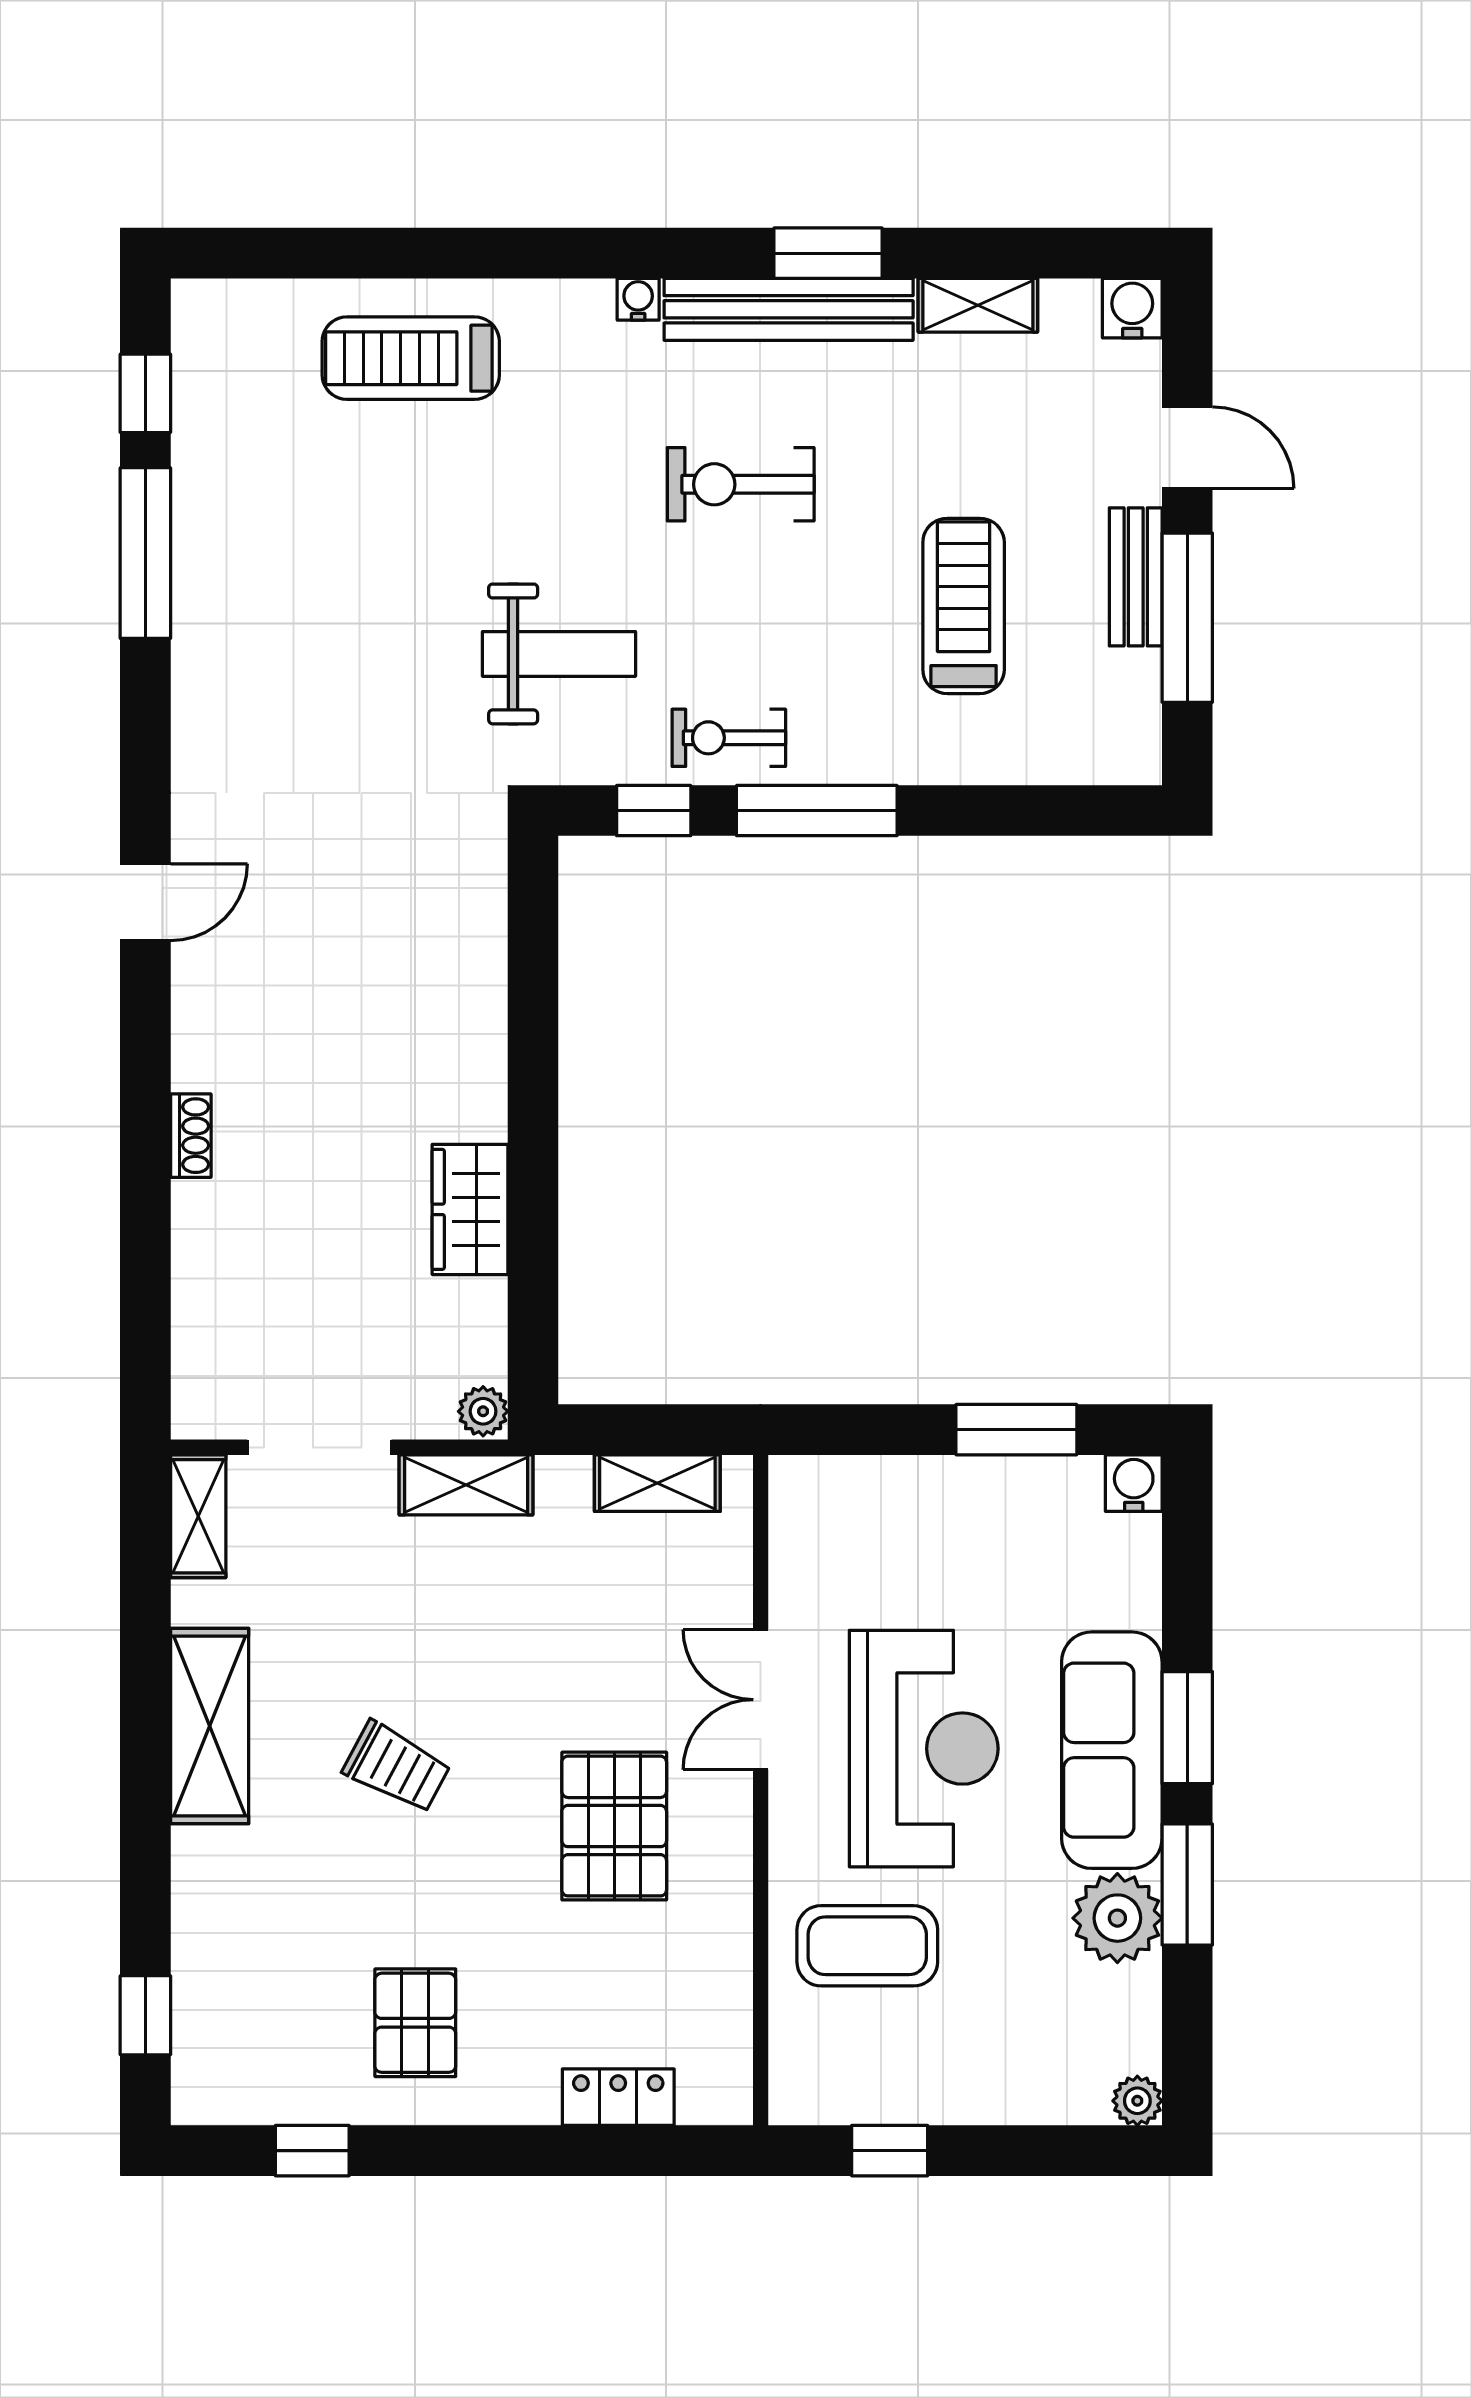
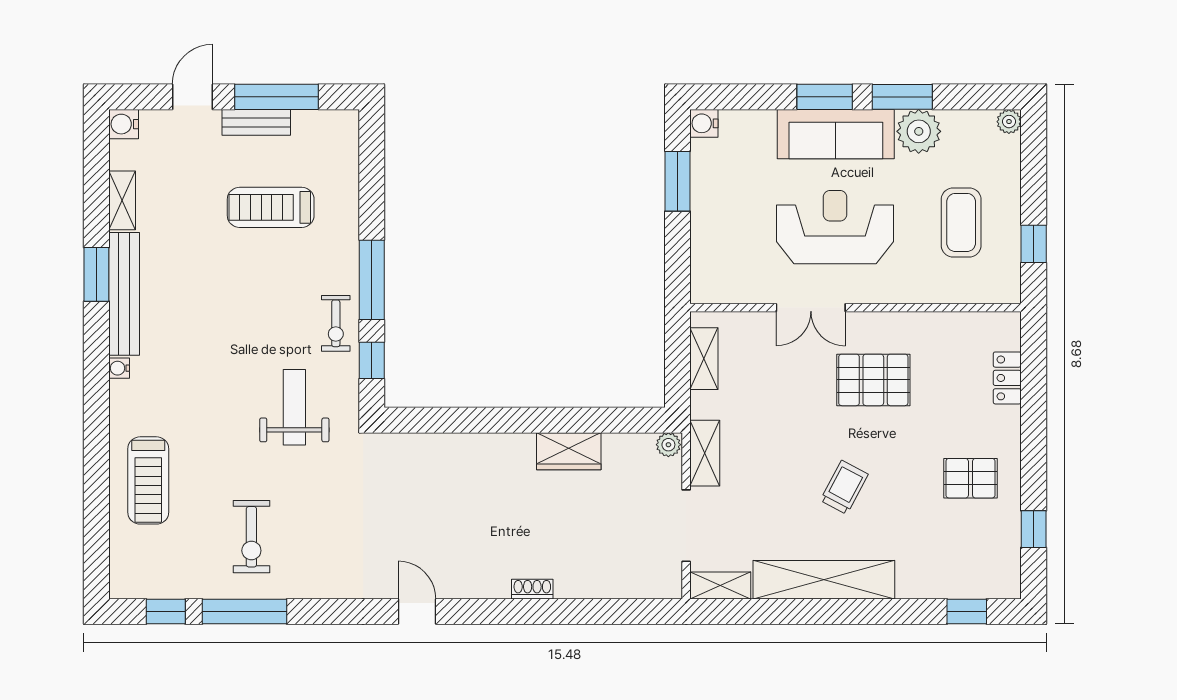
exercise bike: (741, 484) -> (251, 537), moved
shelving: (210, 1726) -> (824, 580), width x1.47
coffee table: (867, 1946) -> (961, 222), moved

